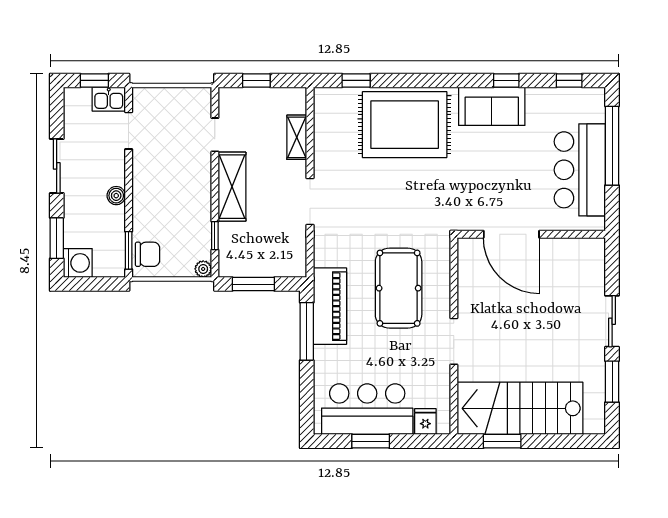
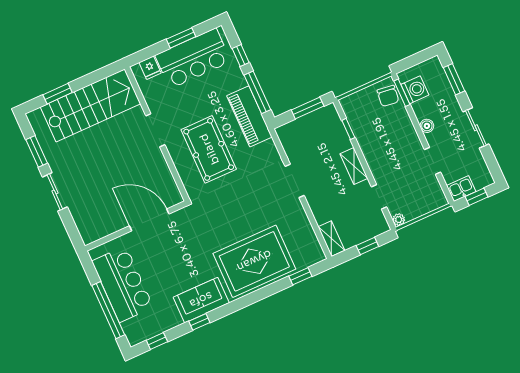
doorway: (129, 131) -> (433, 161), moved
shelving: (297, 137) -> (331, 239), moved
shelving: (232, 187) -> (354, 166), width x0.67, depth x0.75
chair: (148, 254) -> (388, 96), turned -83
washing machine: (78, 263) -> (415, 90), moved, turned 180
plant: (203, 269) -> (399, 220), moved
window: (307, 386) -> (241, 55), added
window: (502, 441) -> (58, 94), moved

